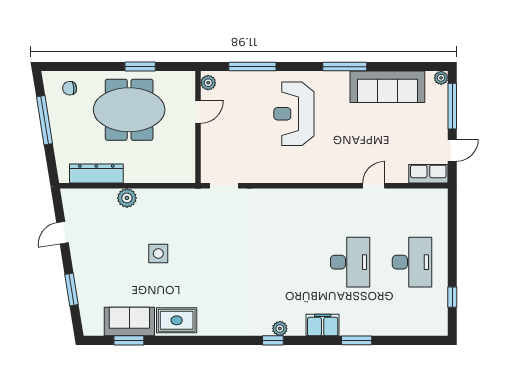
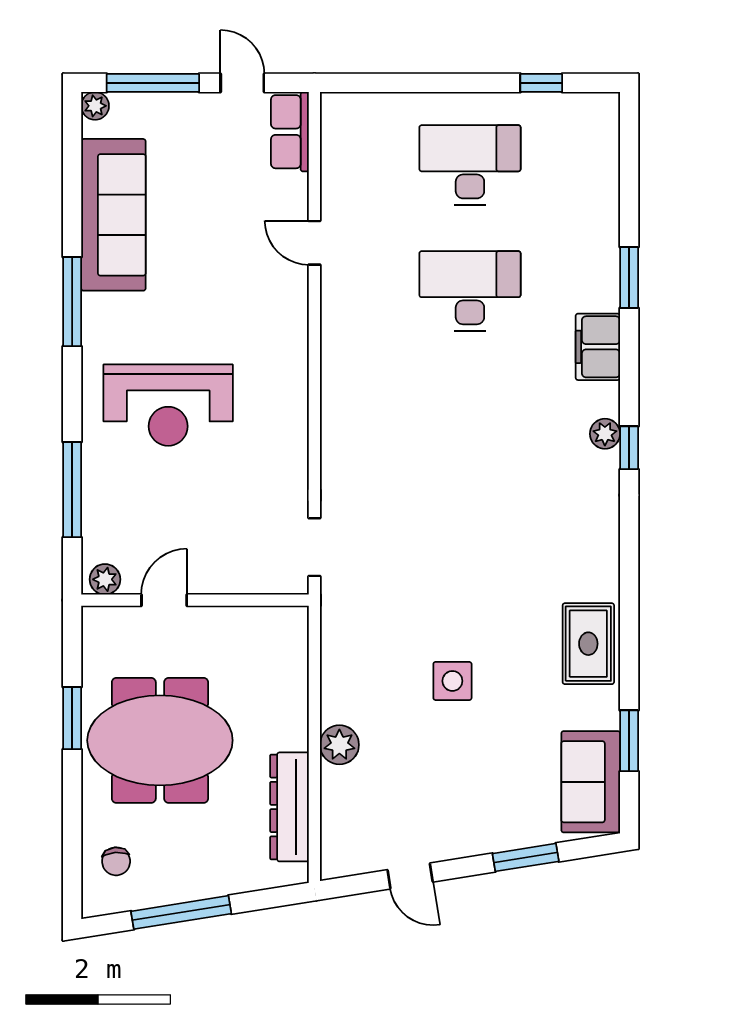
meeting table: (129, 110) -> (160, 740), turned 90
door: (198, 112) -> (164, 600), hinge flipped
sofa: (129, 321) -> (591, 782), moved

